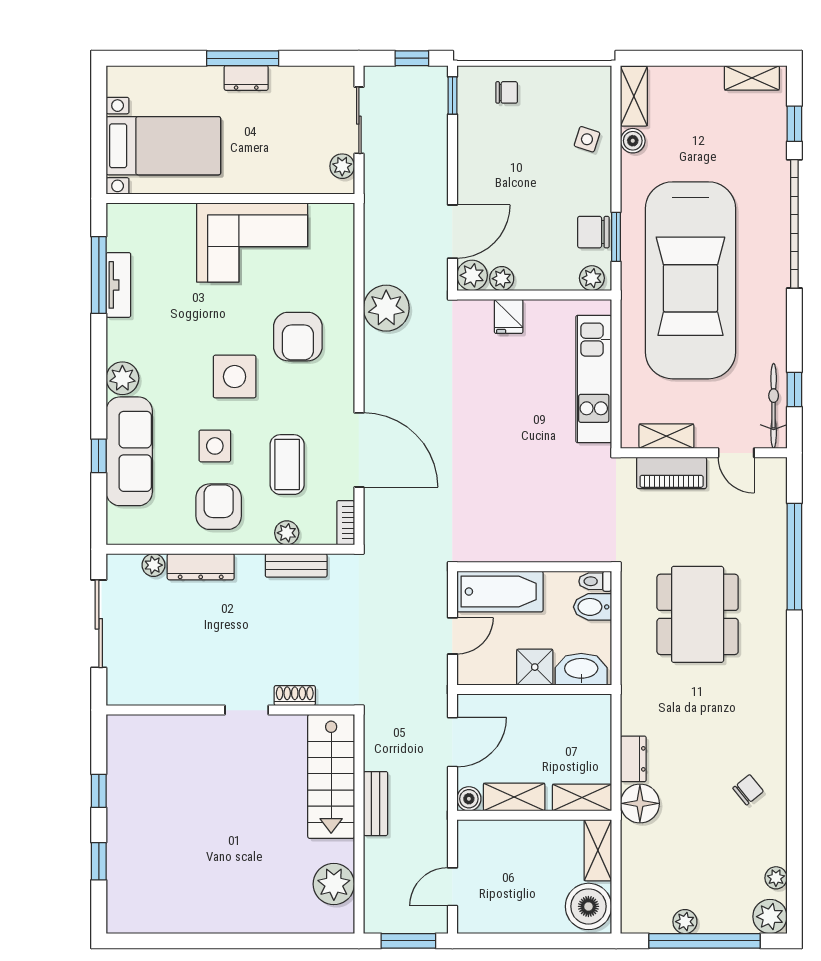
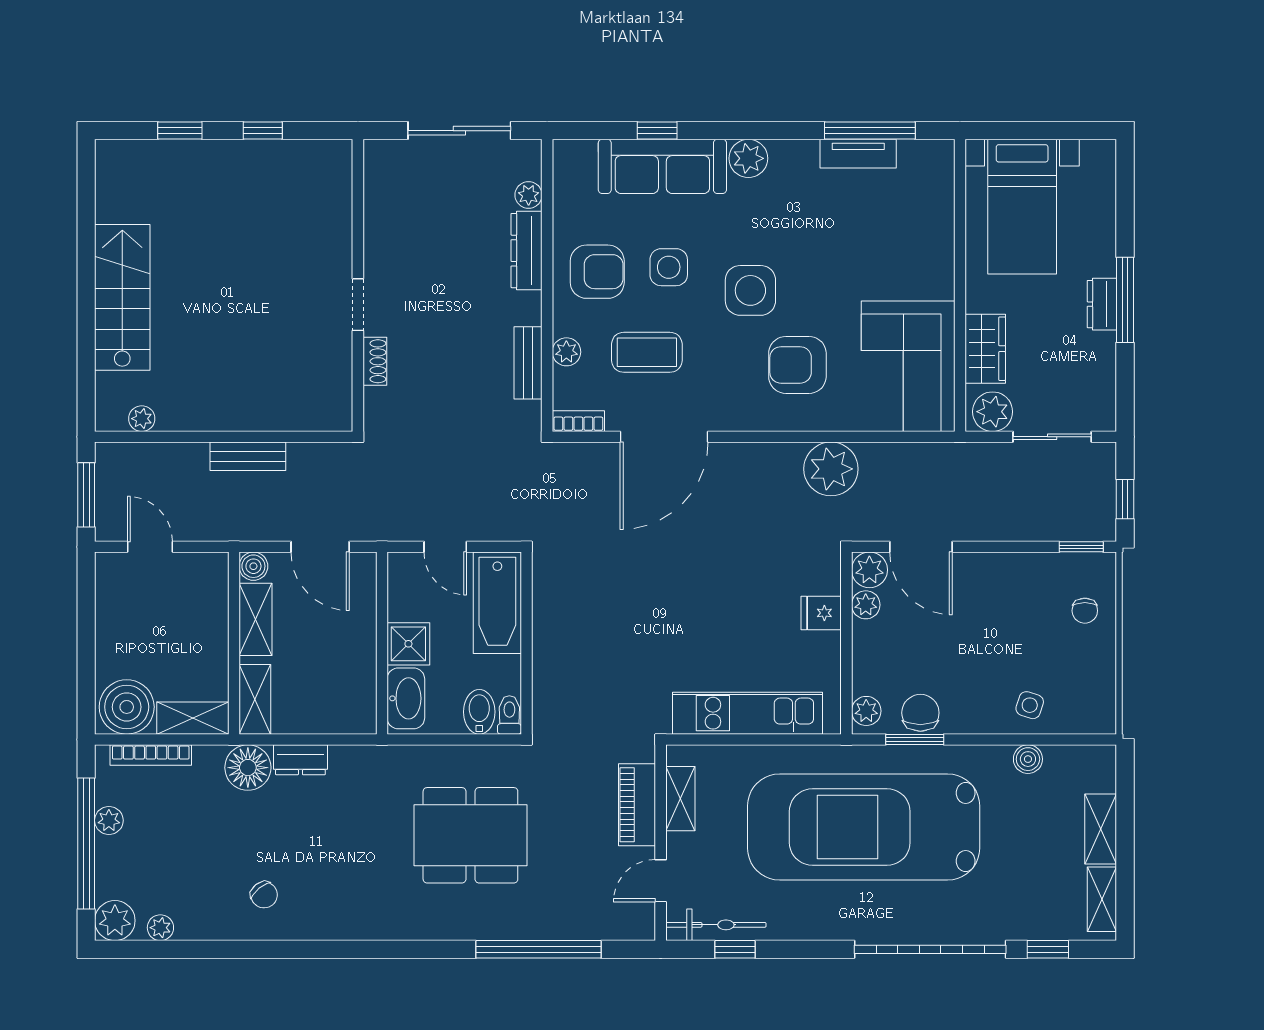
shelving: (634, 96) -> (1101, 829), moved, turned 90
plant: (342, 166) -> (993, 412), width x1.38, depth x1.38
wardrobe: (284, 177) -> (985, 349), added
corner sofa: (252, 243) -> (908, 366), moved
stairs: (331, 776) -> (122, 297), moved, turned 90
plant: (334, 884) -> (142, 419), width x0.53, depth x0.53
bookcase: (629, 886) -> (151, 755), added

